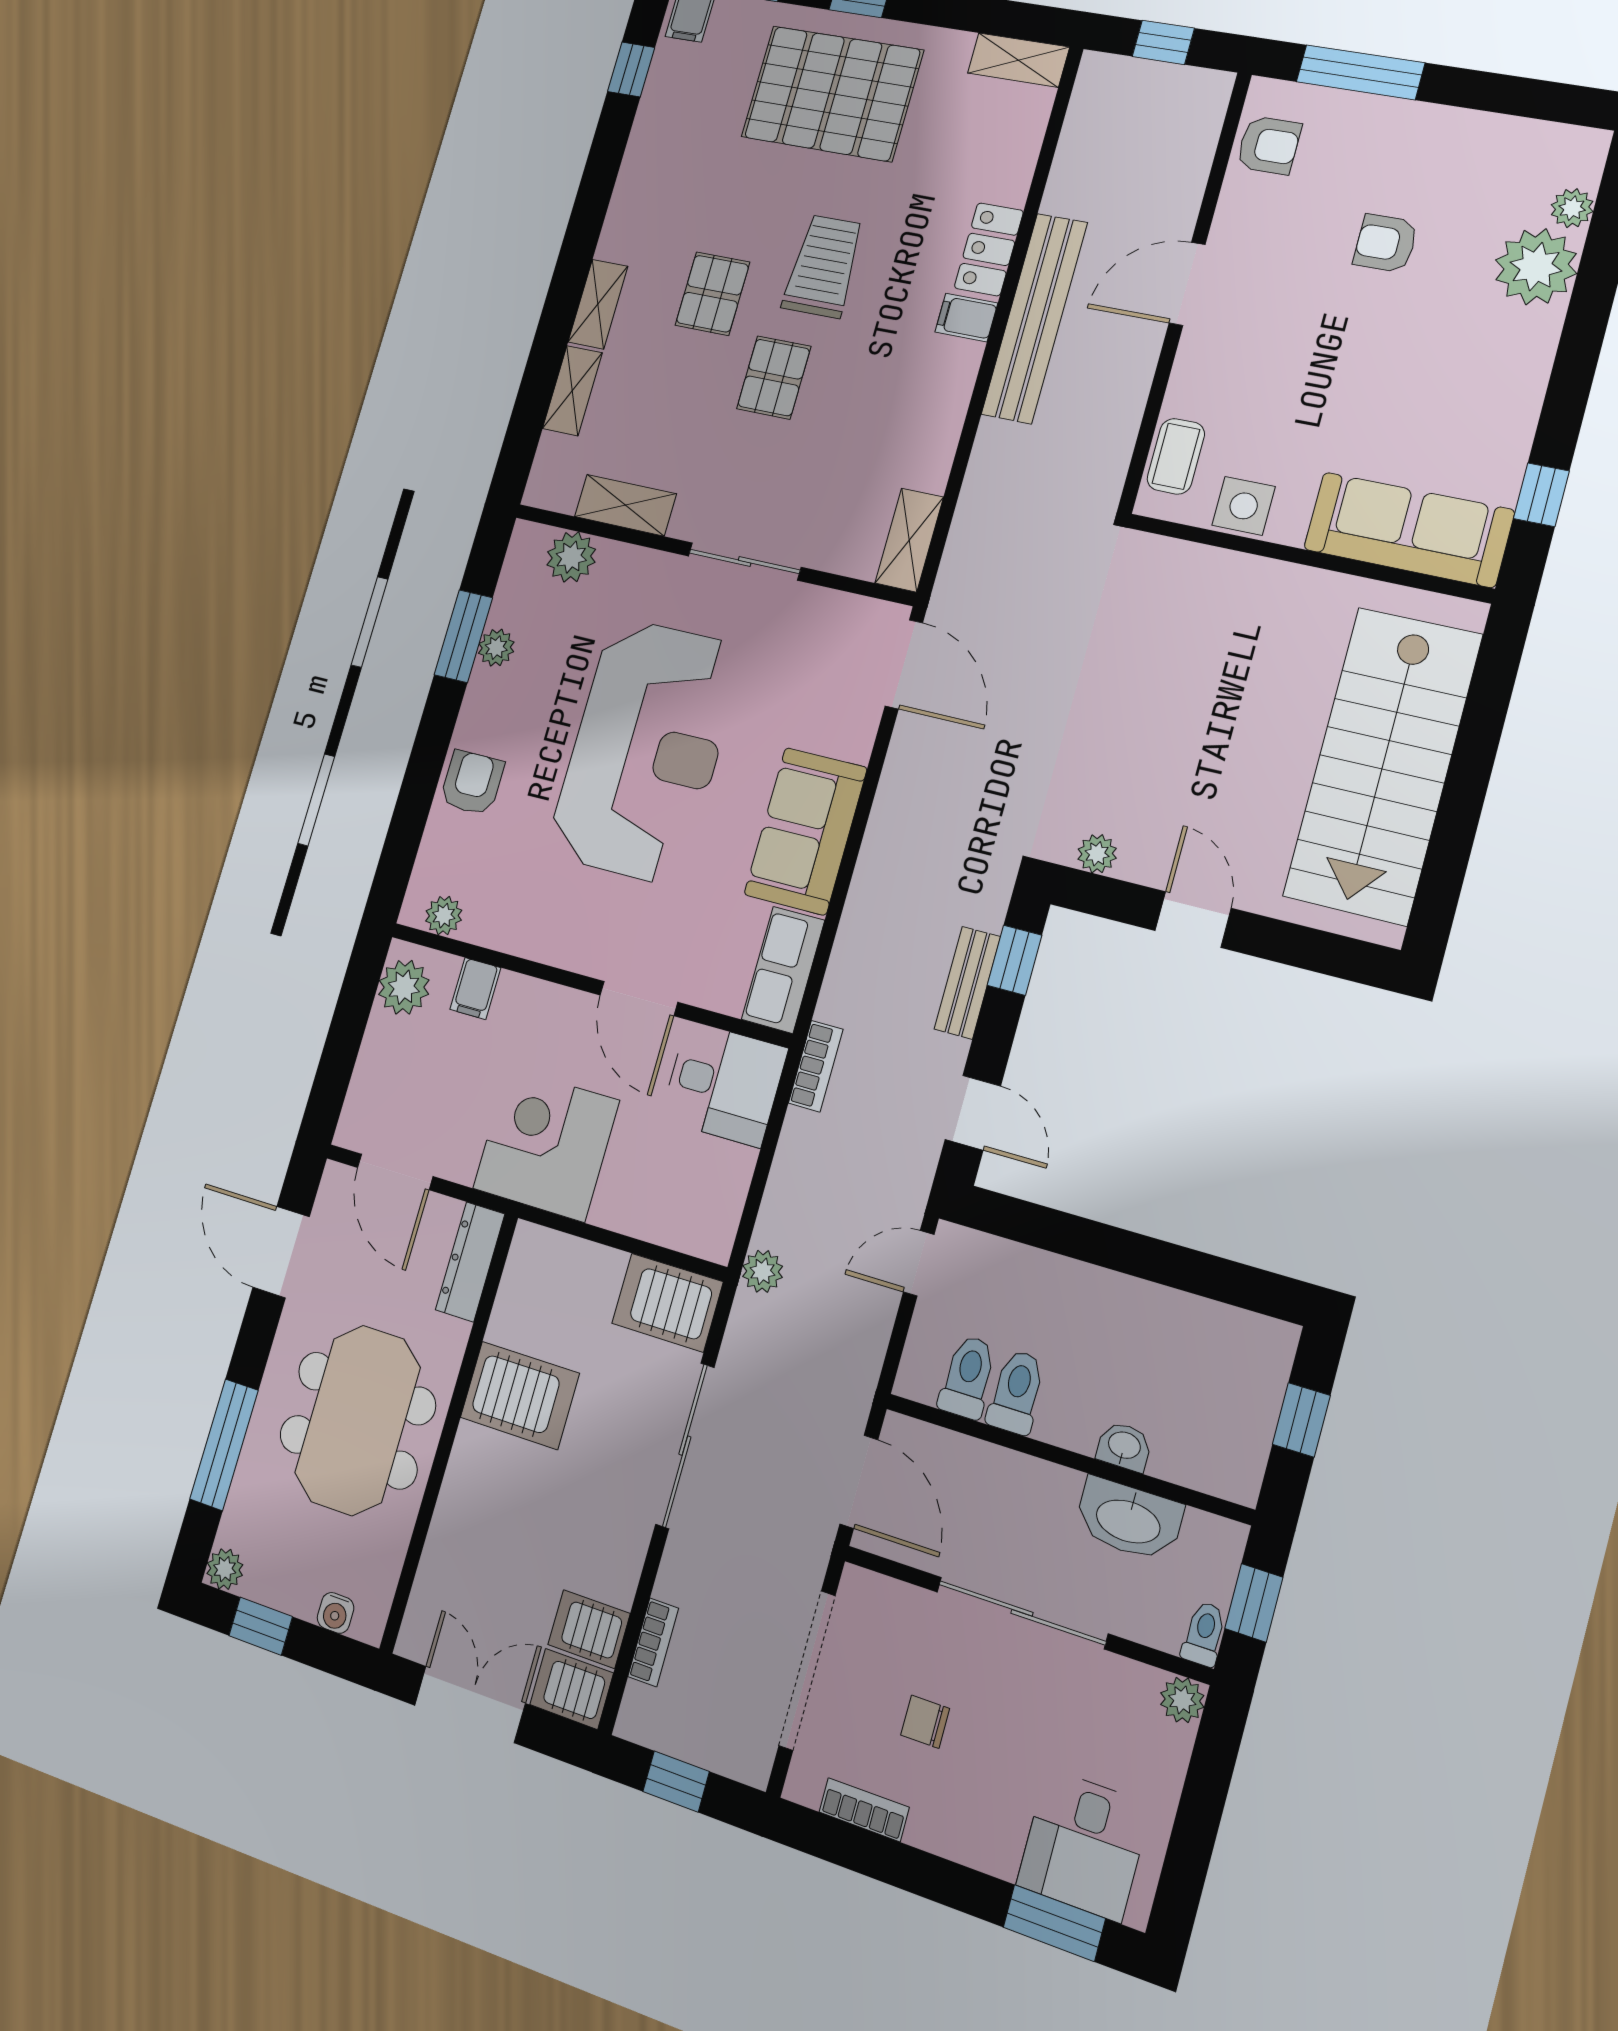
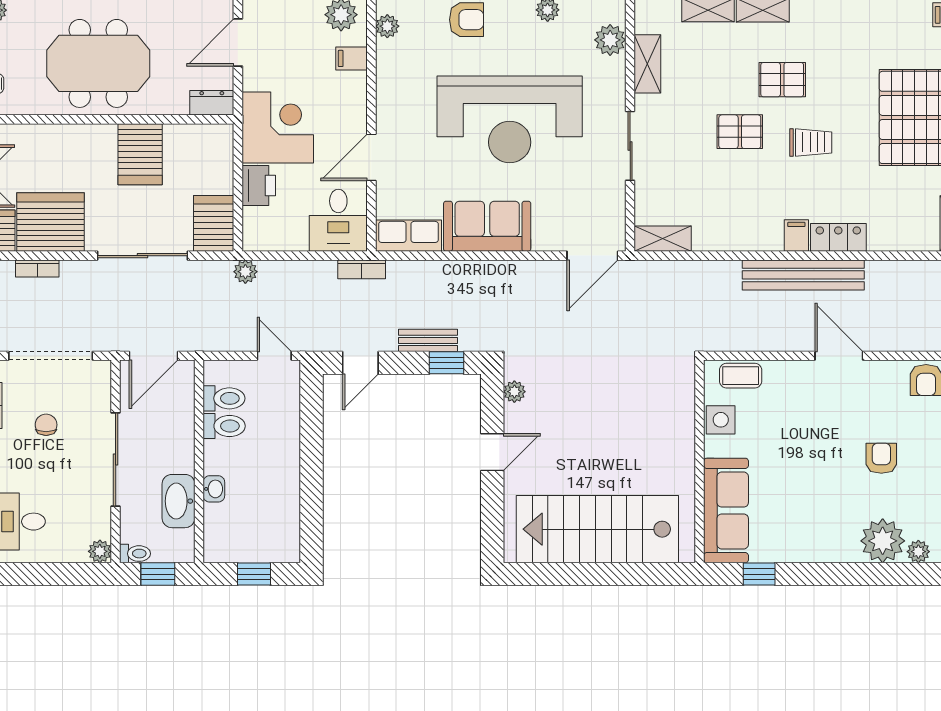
trolley: (824, 266) -> (811, 142), width x0.73, depth x0.72
printer: (629, 1205) -> (259, 186), added
dresser: (470, 1262) -> (212, 103), width x0.70
server rack: (589, 1629) -> (51, 222), width x2.18, depth x1.44

